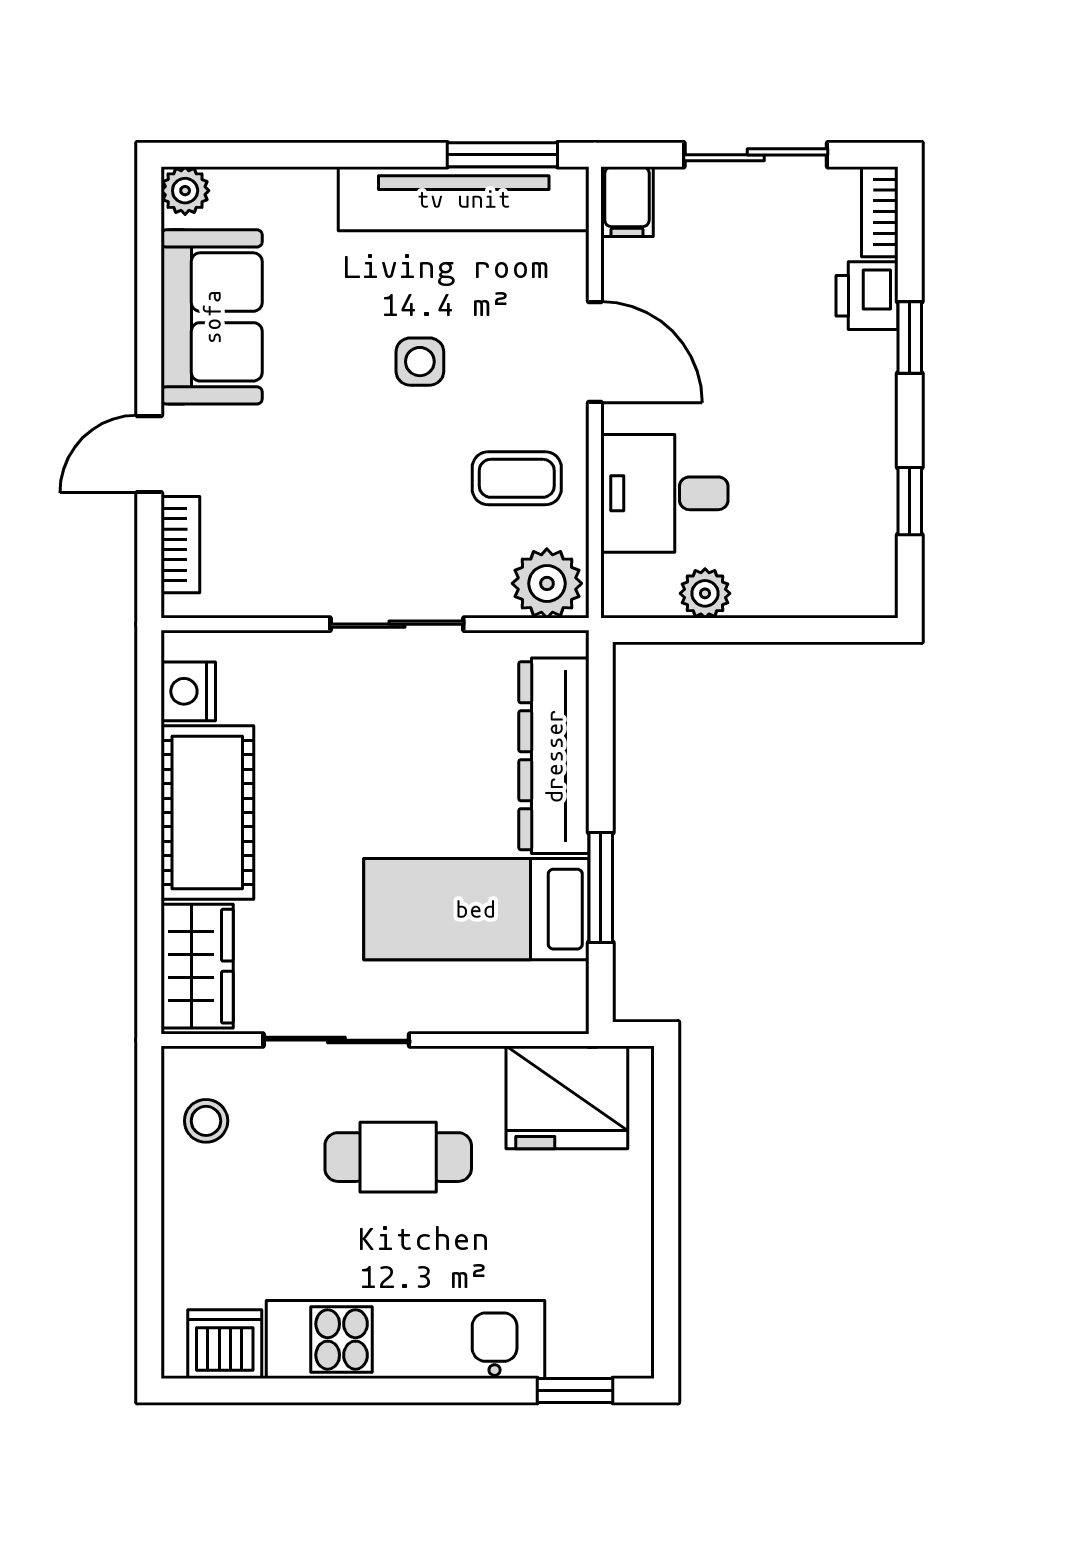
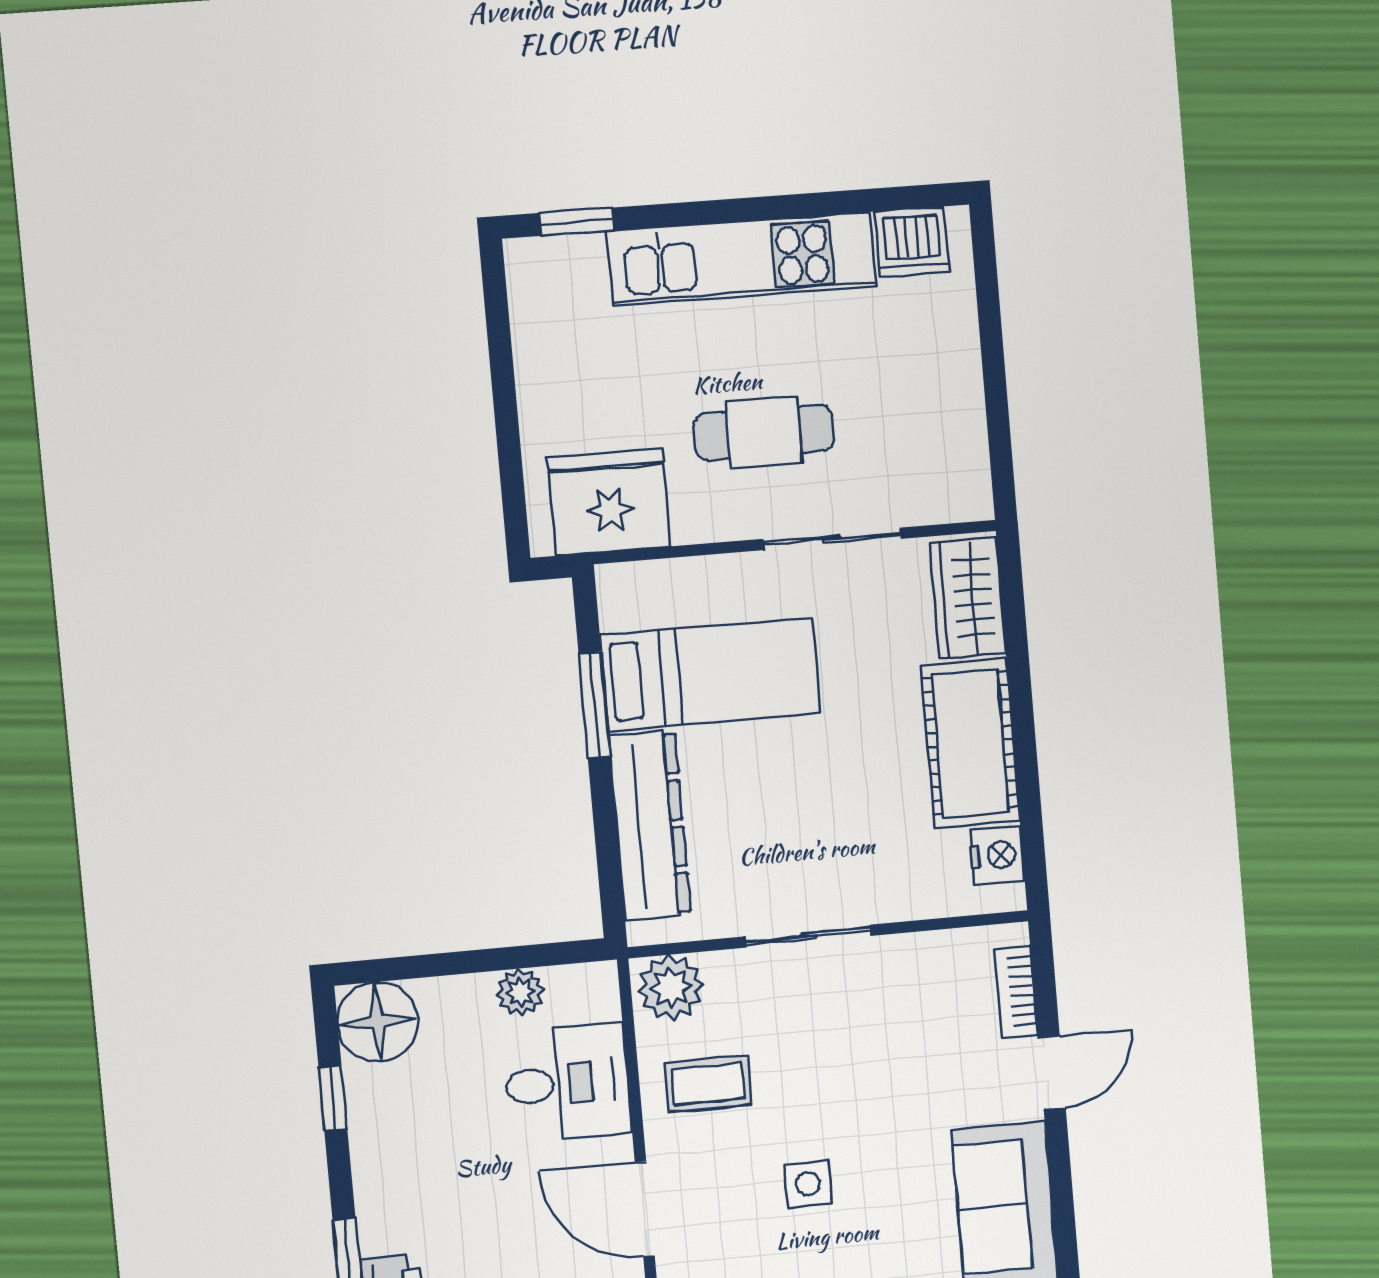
floor lamp: (856, 576) -> (378, 1022), added
stool: (206, 1121) -> (947, 452), removed

